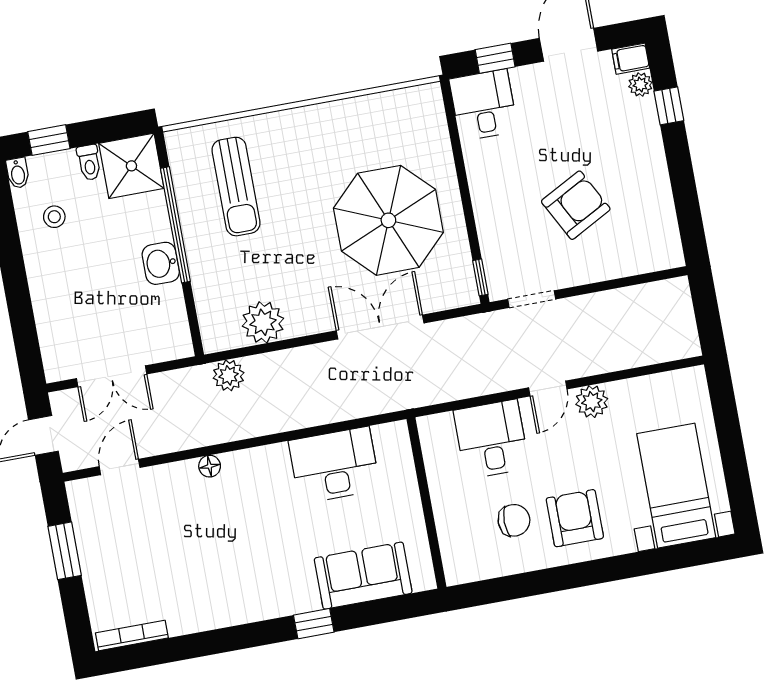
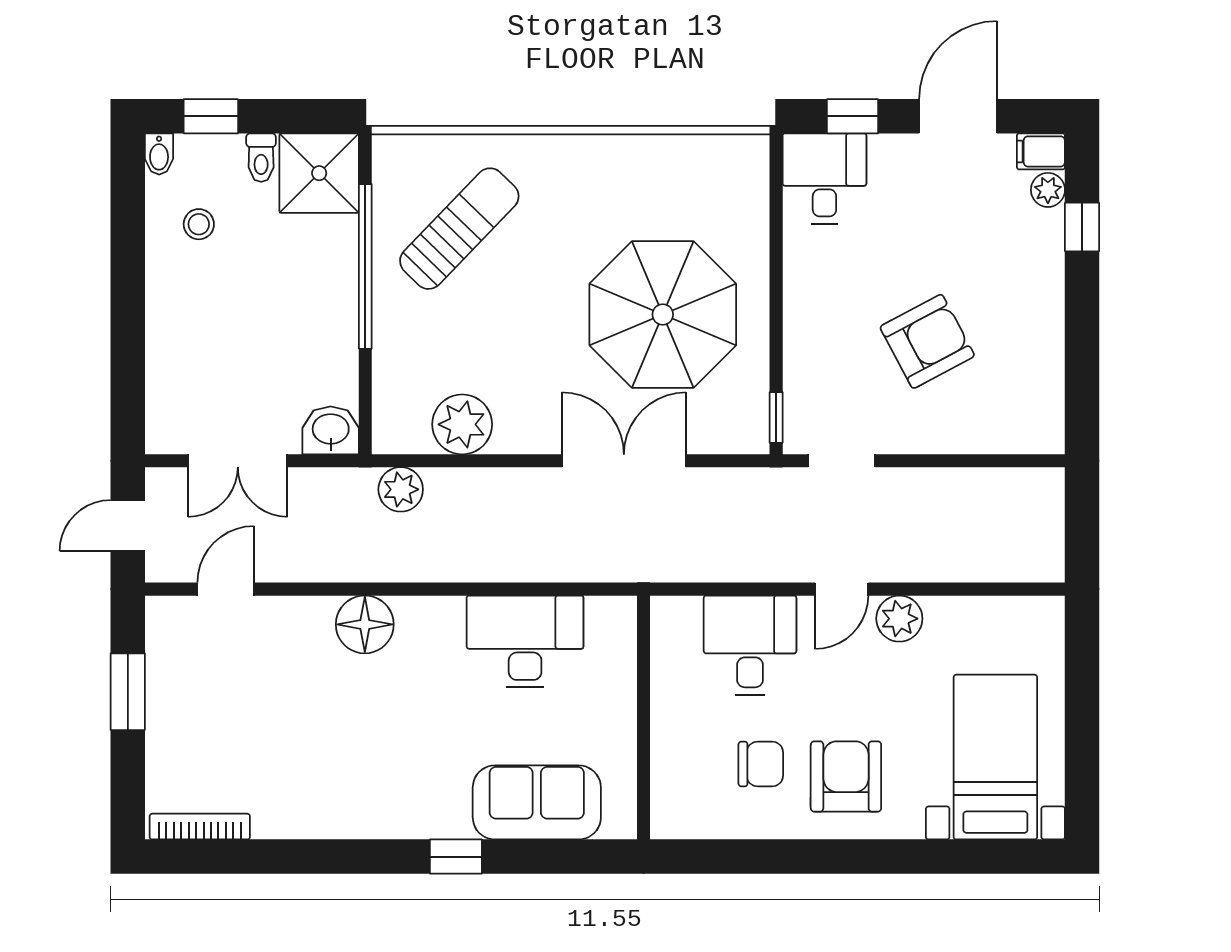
sun lounger: (236, 187) -> (459, 229), turned -136
washbasin: (161, 263) -> (331, 430), moved, turned 90
floor lamp: (210, 466) -> (365, 624), width x1.89, depth x1.89

